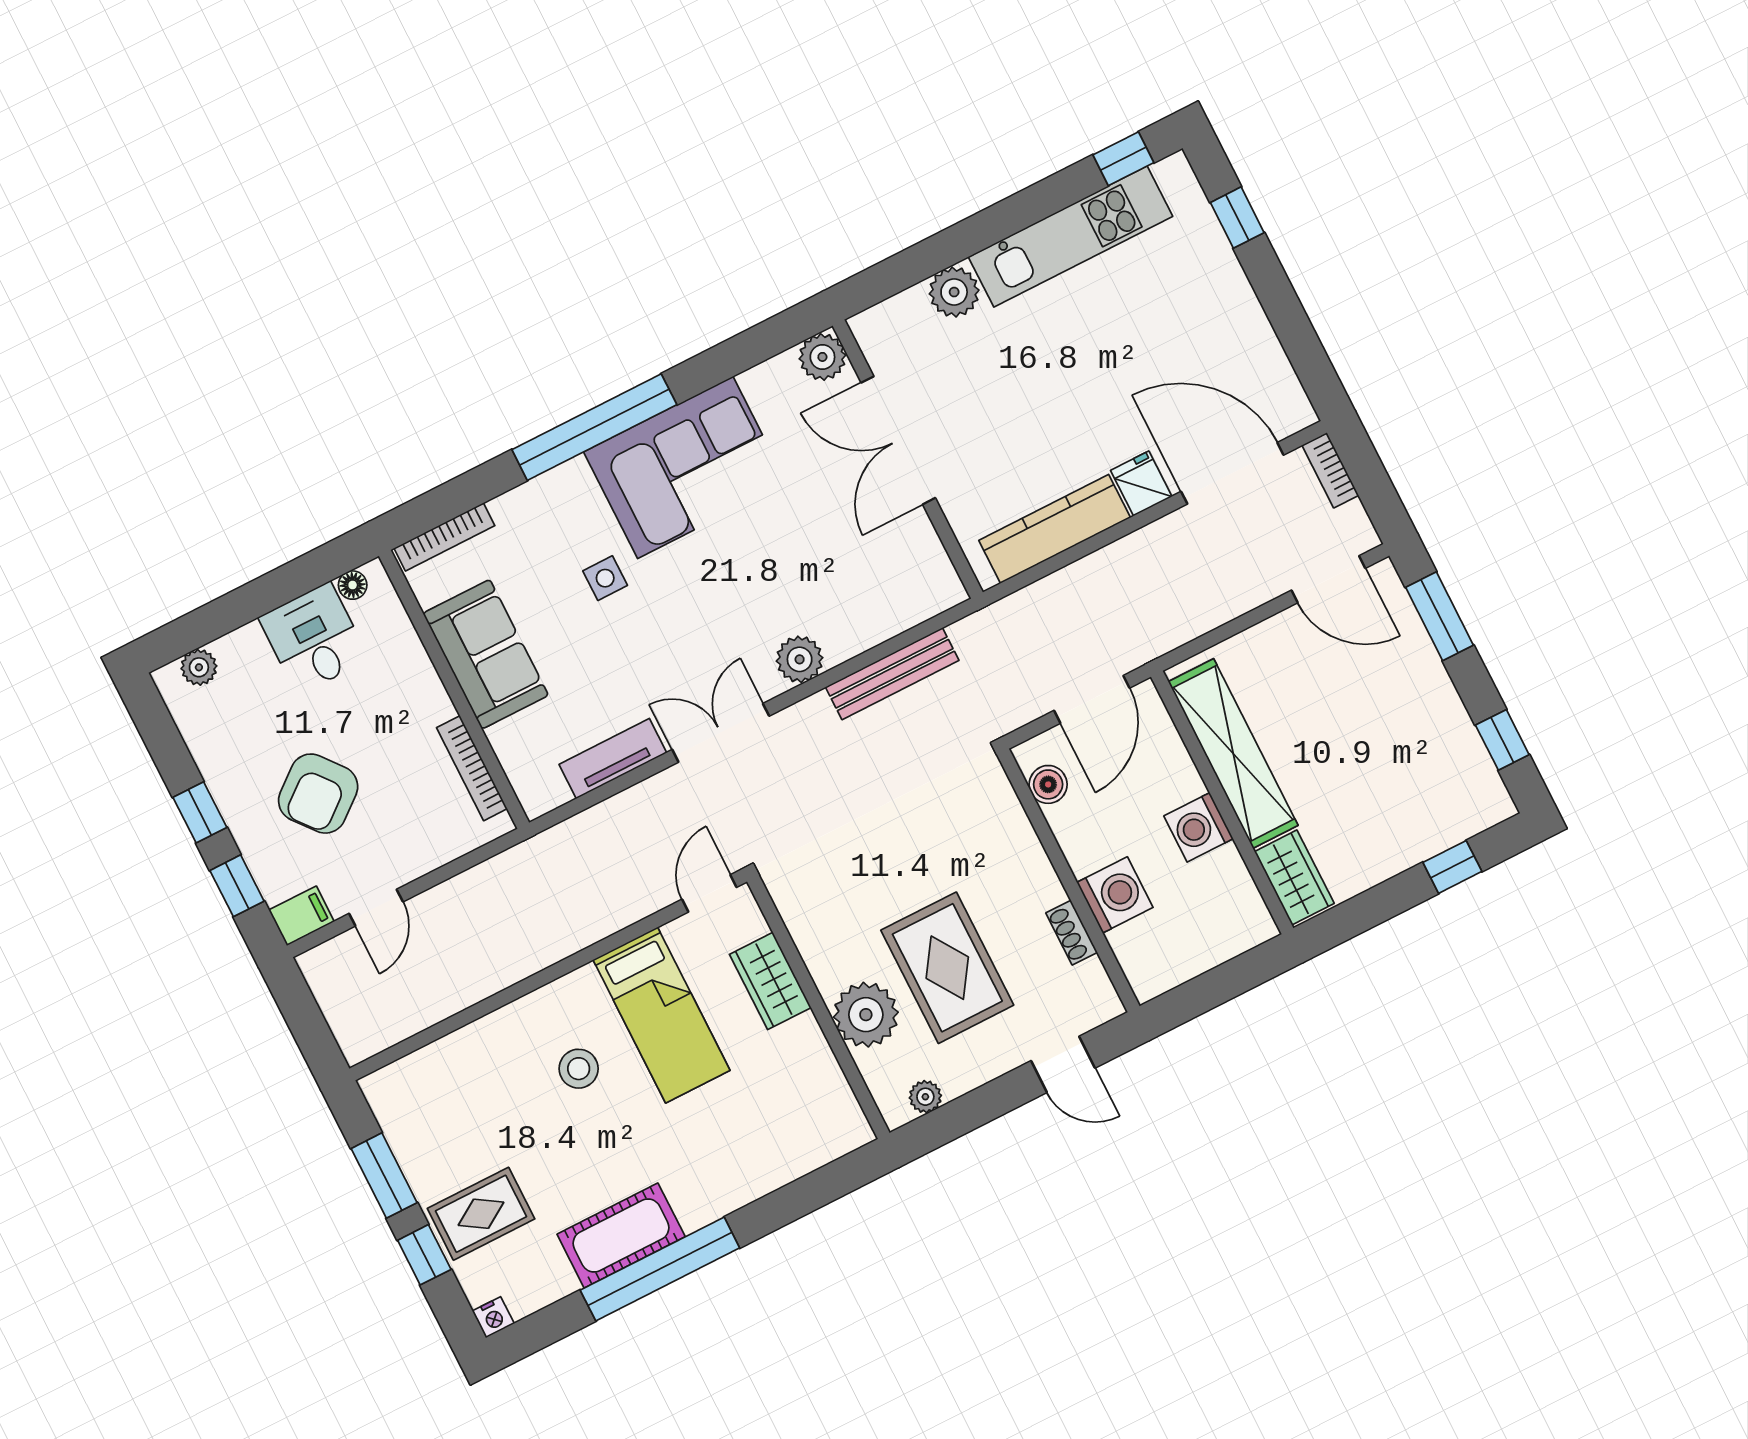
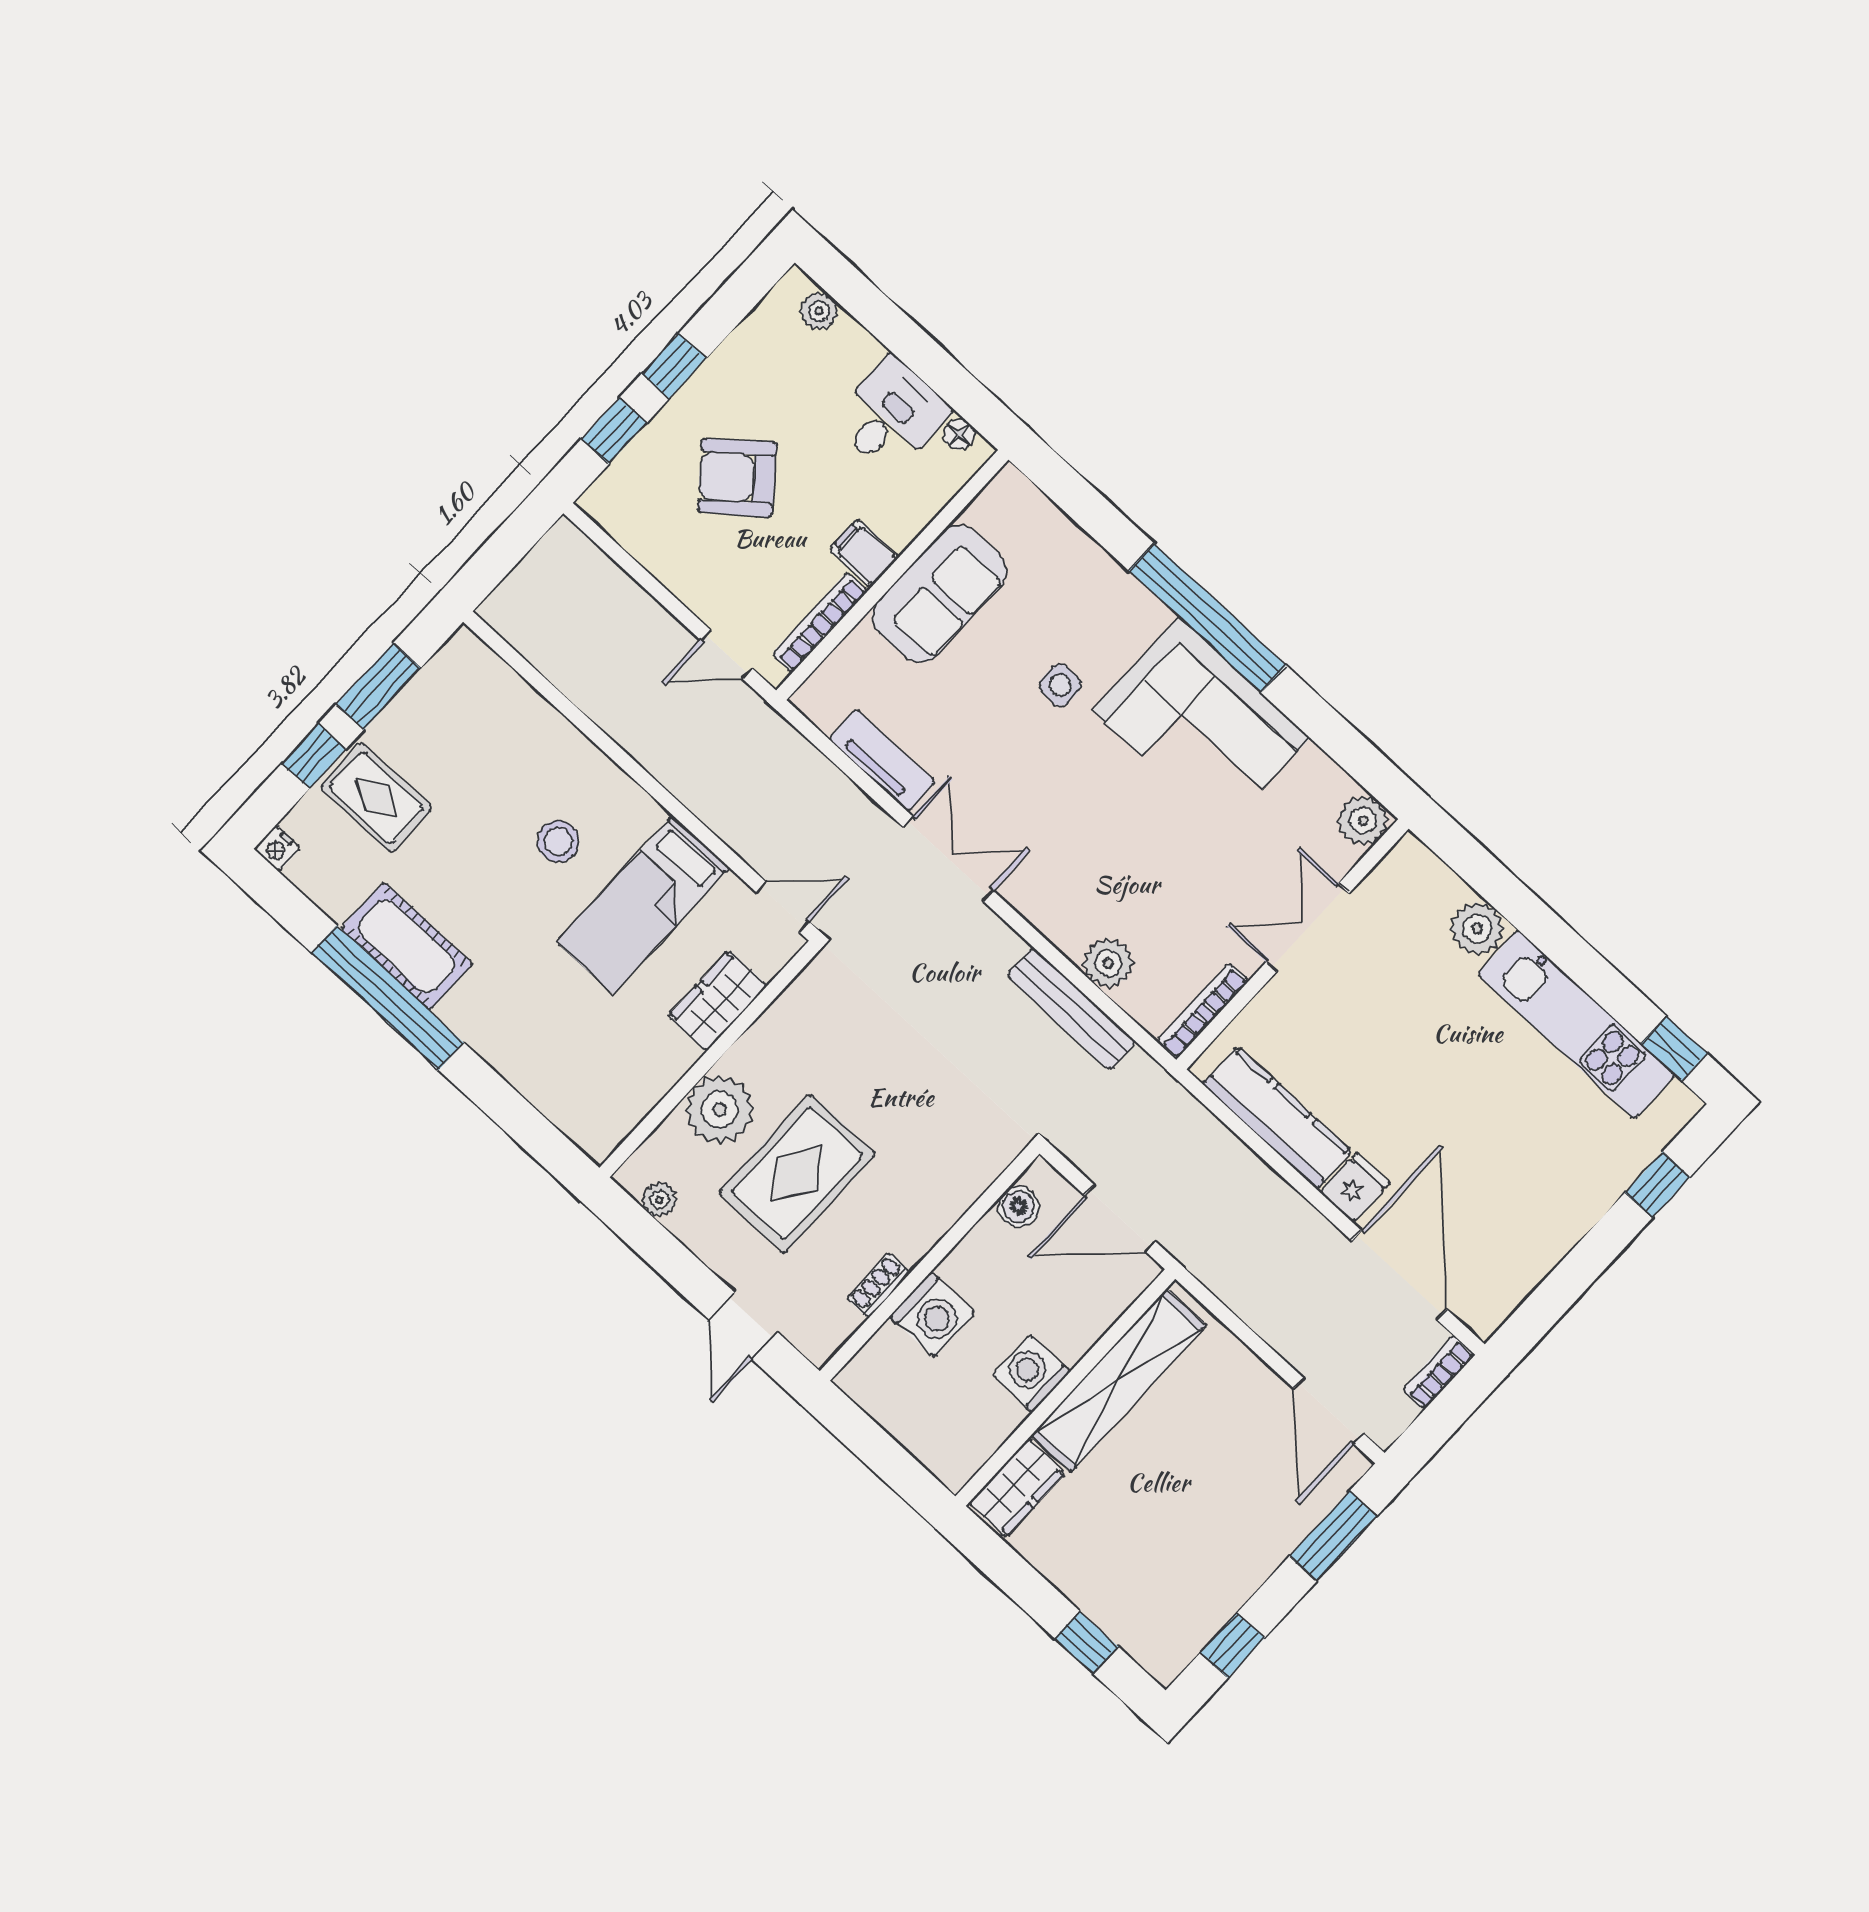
double door: (898, 440) -> (1308, 928), width x0.73
bookcase: (444, 537) -> (1203, 1011), moved, turned 90
plant: (800, 659) -> (1108, 963), moved
door: (376, 908) -> (727, 654), moved
filing cabinet: (302, 916) -> (864, 553), moved, turned 180

